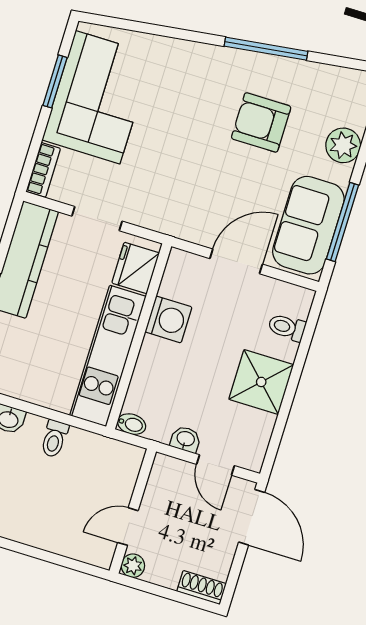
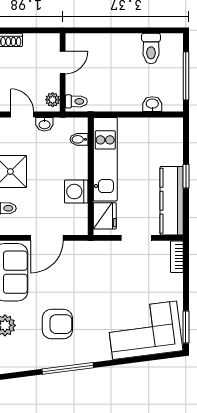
window: (55, 81) -> (186, 327), moved
corner sofa: (98, 97) -> (145, 330), moved, turned 83
bidet: (132, 424) -> (79, 139), moved
toilet: (54, 439) -> (76, 101), moved, turned 90
plant: (133, 566) -> (53, 100), moved

